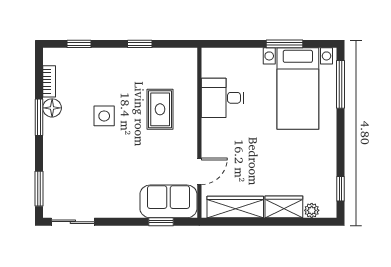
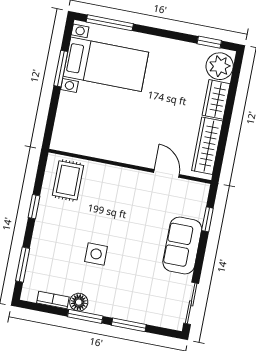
window: (79, 44) -> (23, 265), width x1.50
desk: (223, 98) -> (101, 138), removed
rug: (160, 109) -> (68, 180), moved, turned 90
window: (39, 189) -> (129, 325), moved
sofa: (168, 201) -> (182, 246), moved
plant: (312, 210) -> (220, 66), width x1.88, depth x1.88

